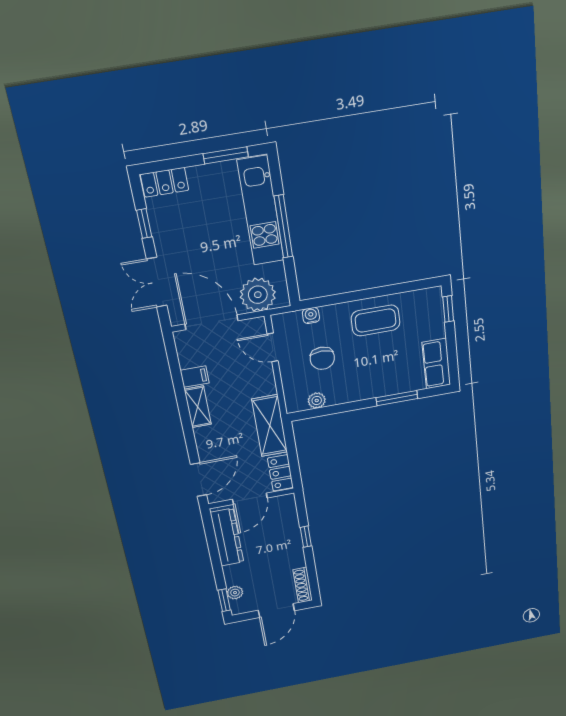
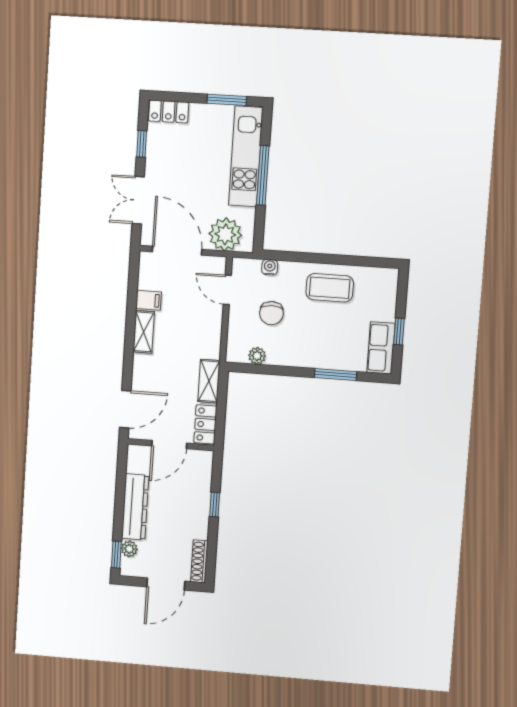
window: (448, 309) -> (399, 331), moved
shelving: (270, 426) -> (209, 381), width x0.67, depth x0.75
dresser: (227, 537) -> (135, 507), moved

